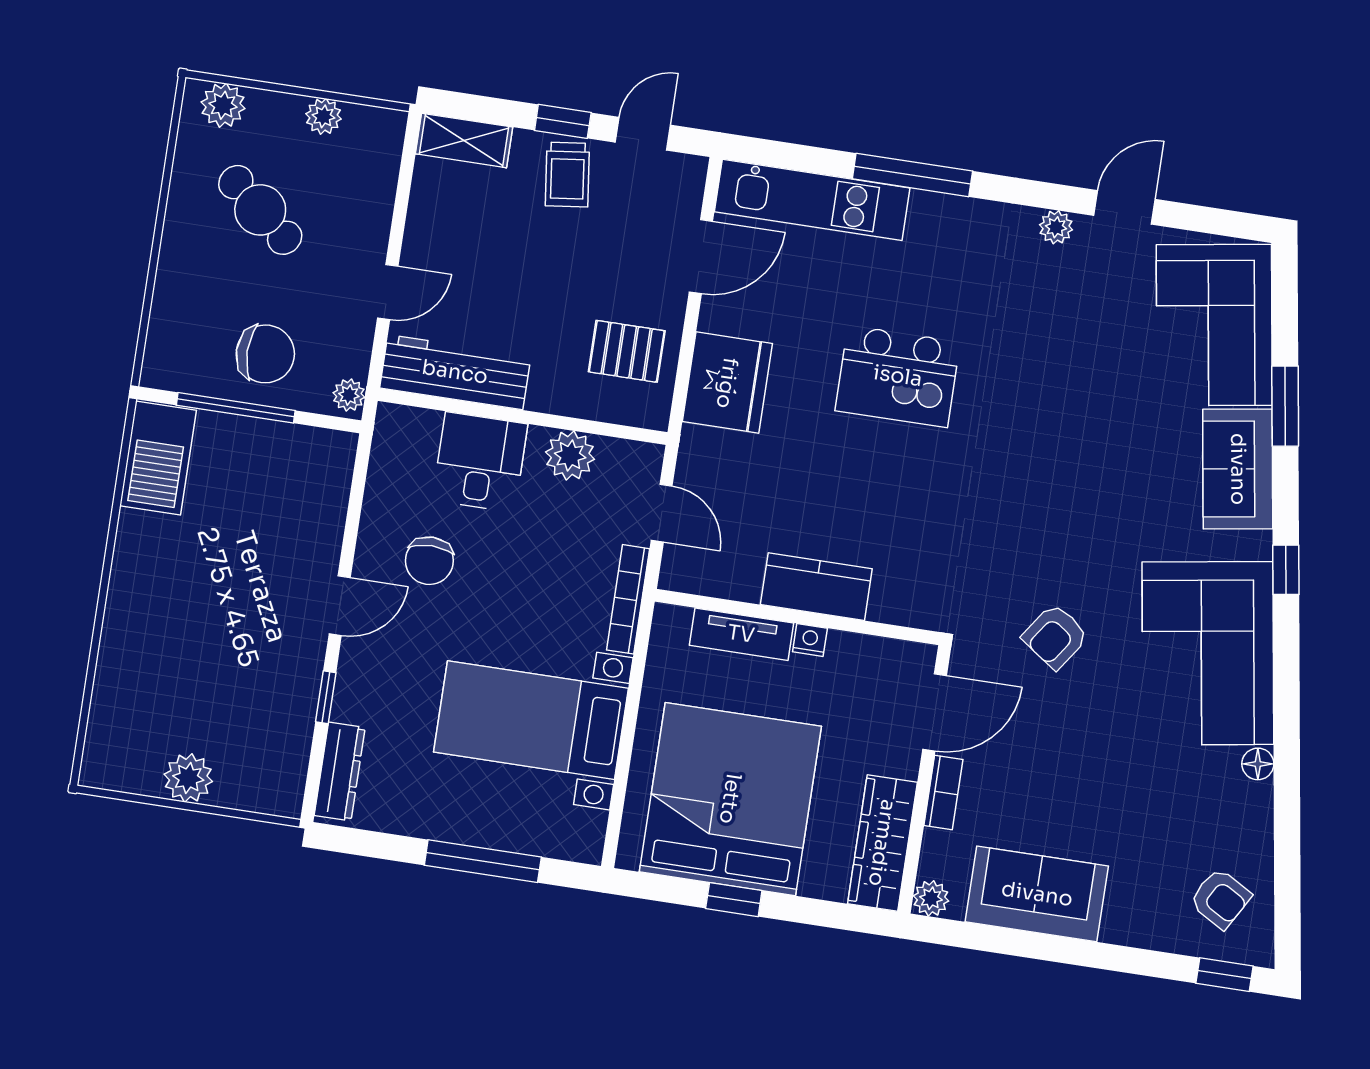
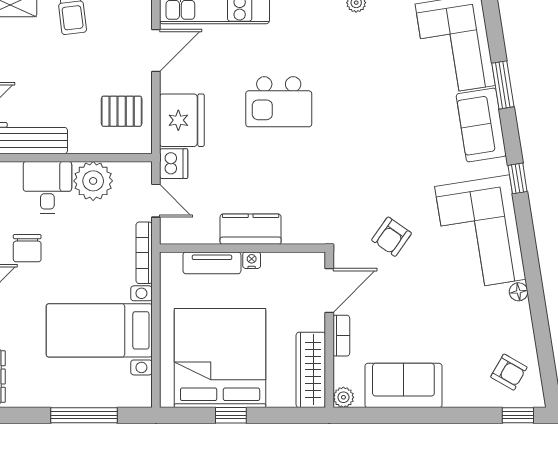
dishwasher: (702, 455) -> (174, 164), added
plant: (570, 456) -> (93, 181), width x1.36, depth x1.36

